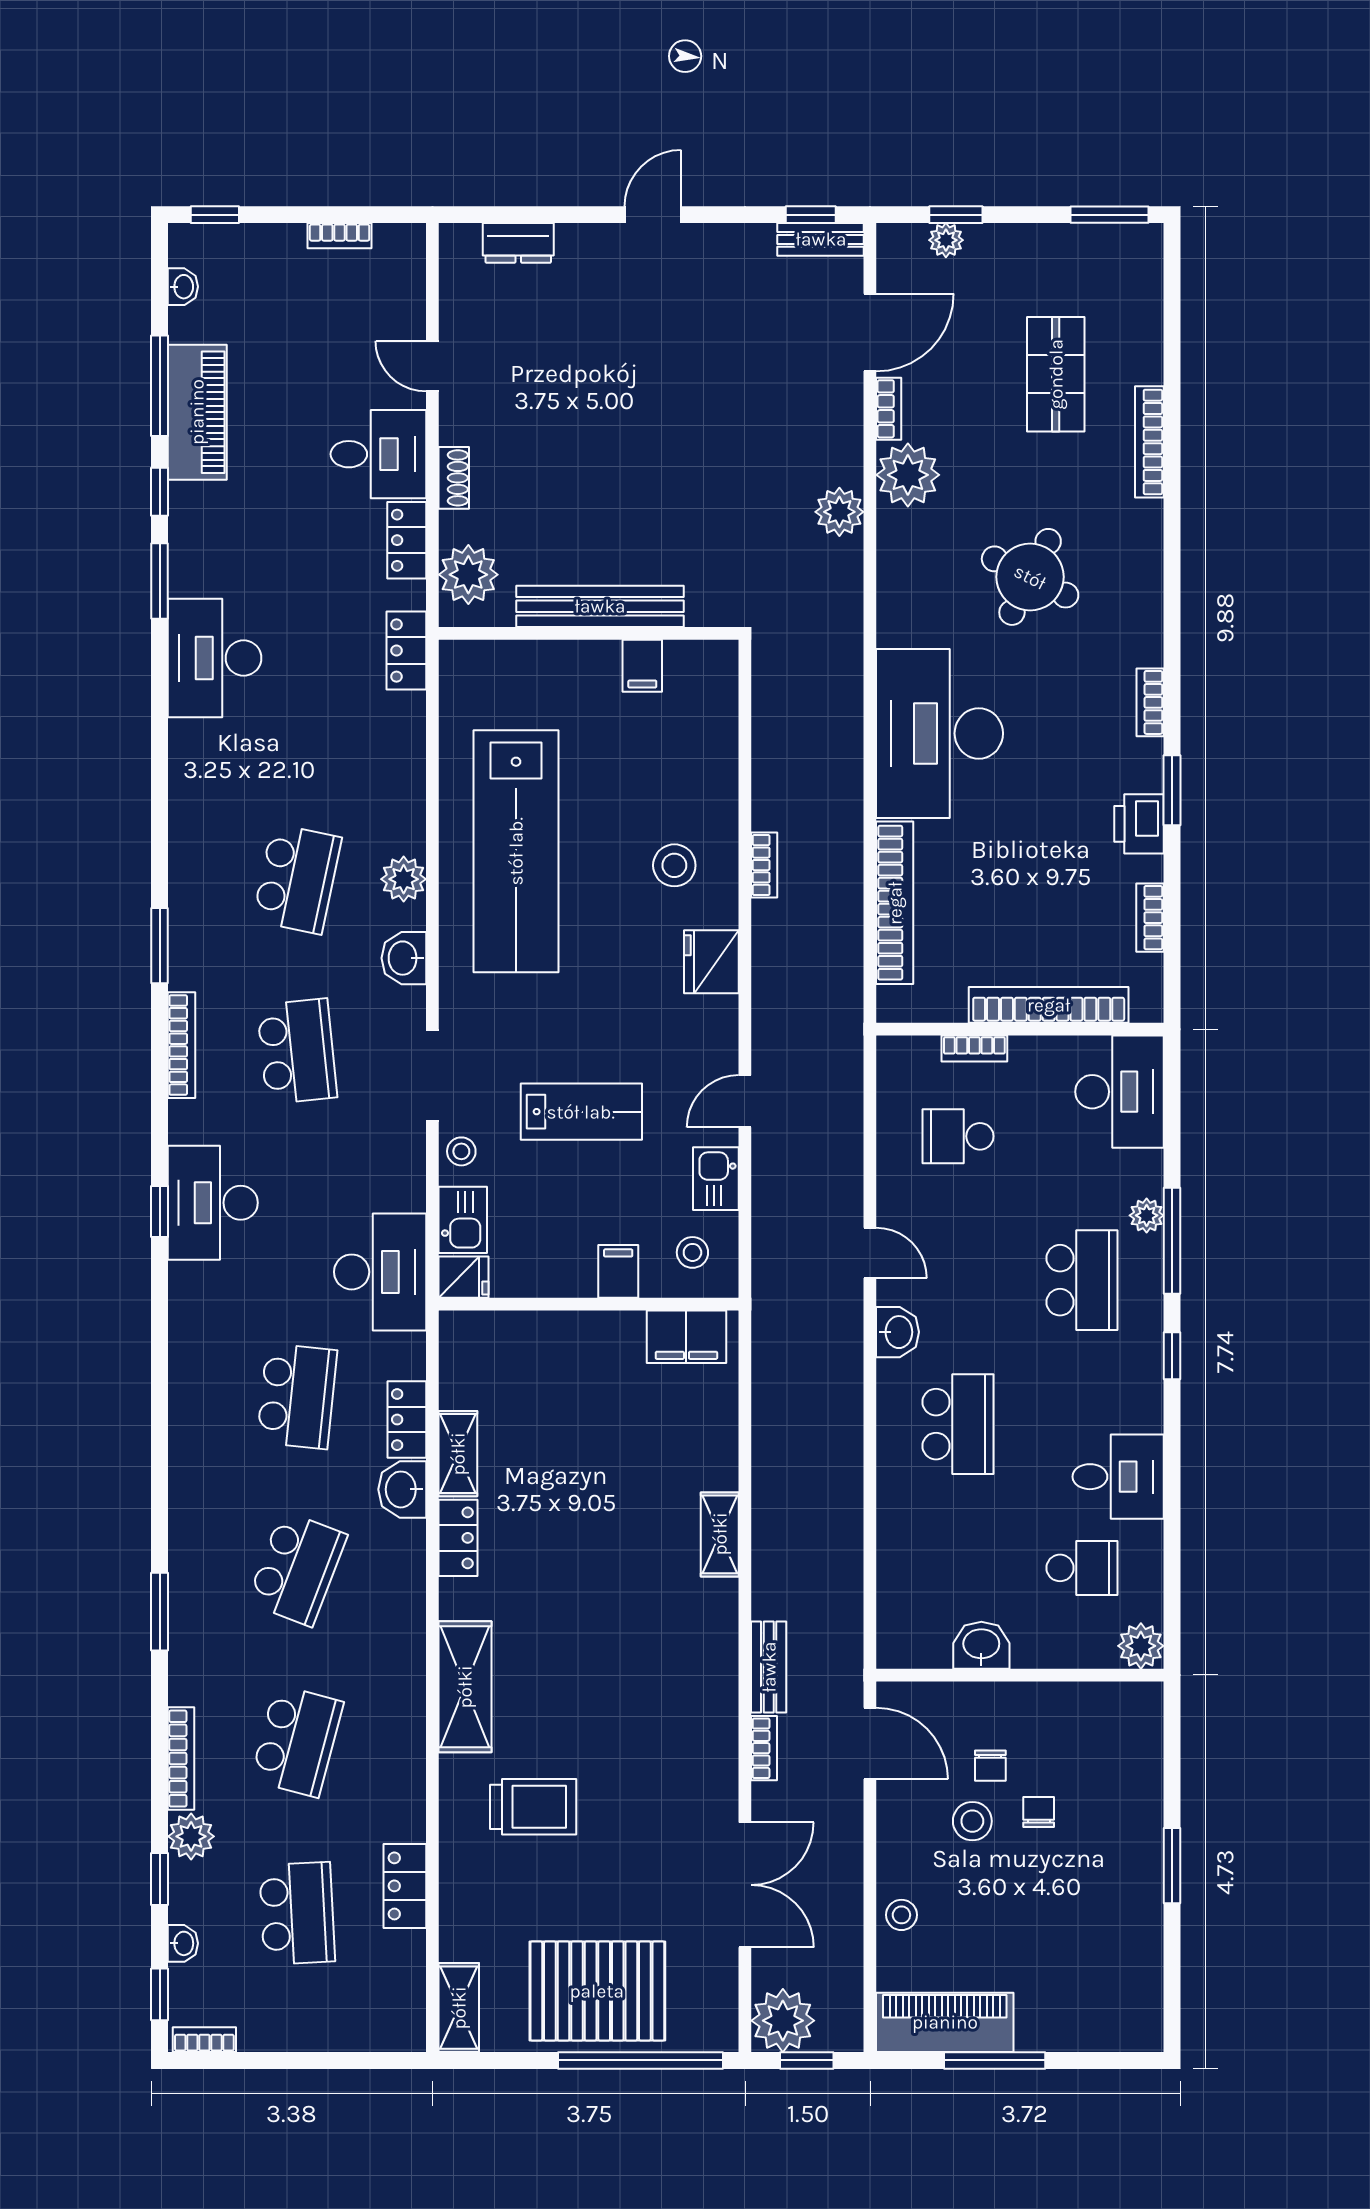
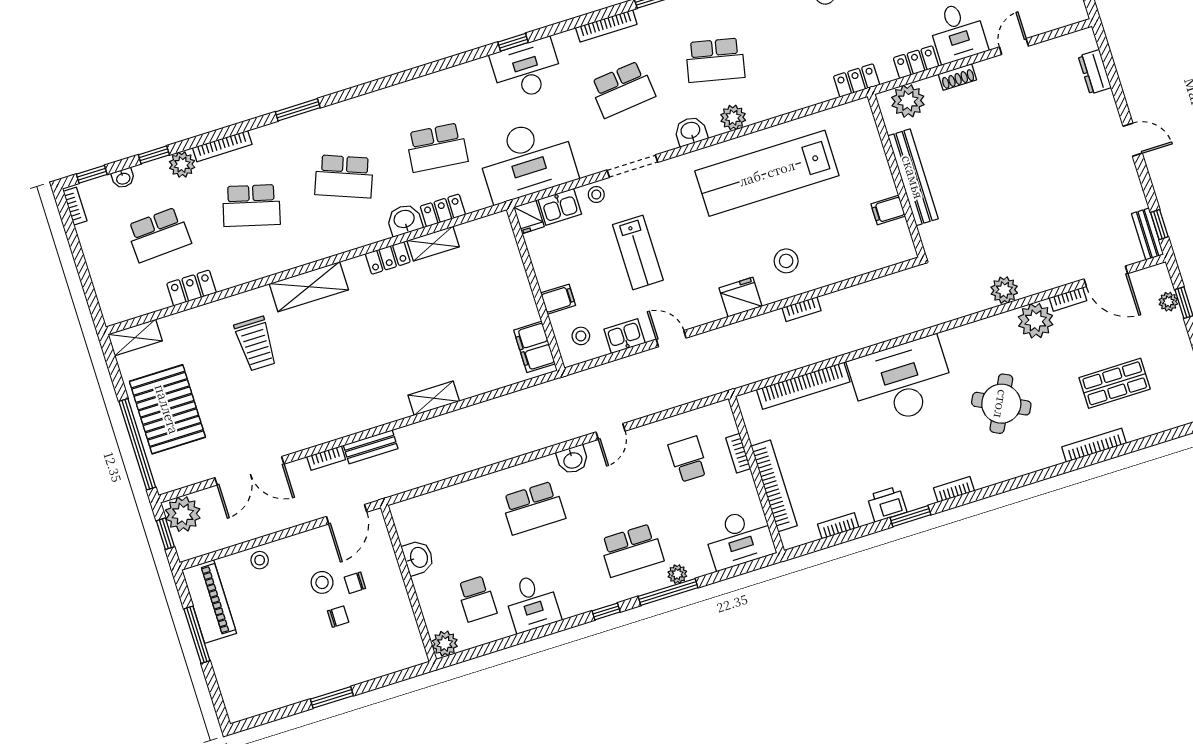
desk: (380, 1272) -> (527, 160), width x1.36, depth x1.30

